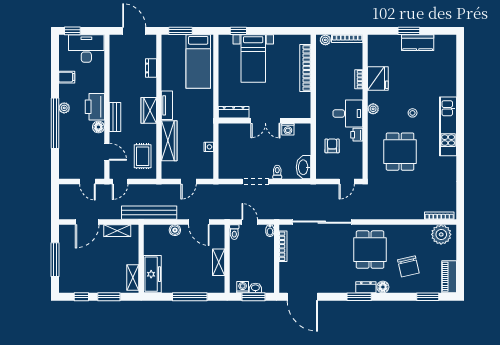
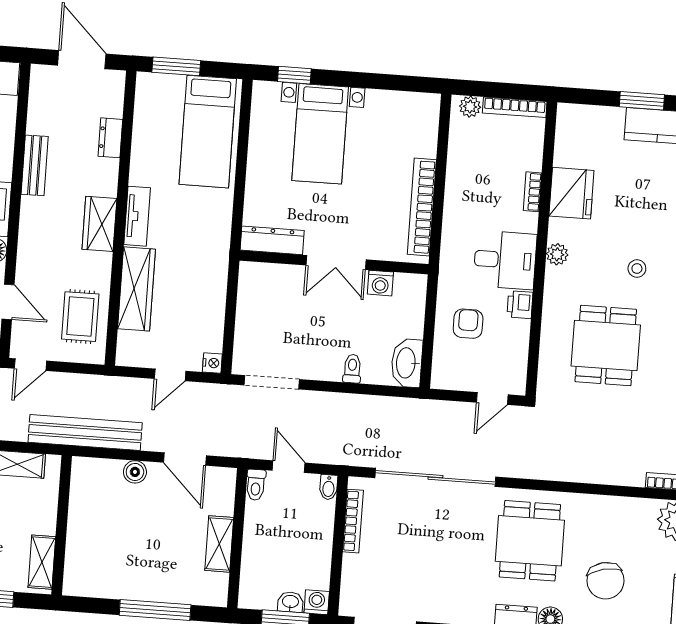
bookcase: (305, 68) -> (422, 207), moved
bench: (115, 117) -> (35, 165), moved
nightstand: (209, 147) -> (212, 363), moved
doorway: (255, 182) -> (272, 382), moved
freezer: (152, 274) -> (82, 558), removed
washing machine: (243, 287) -> (317, 602), moved

